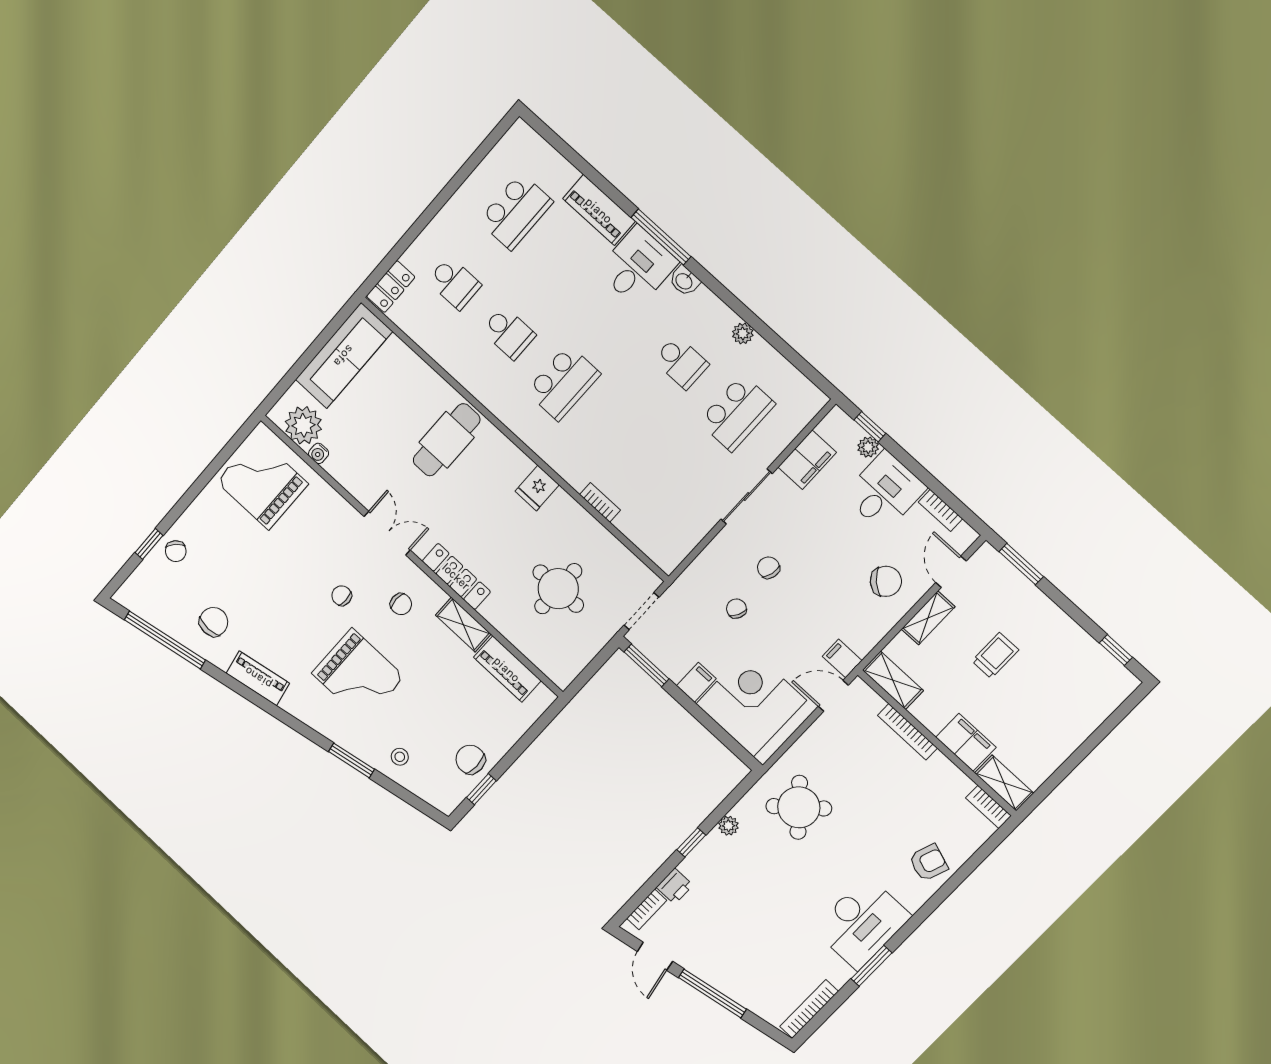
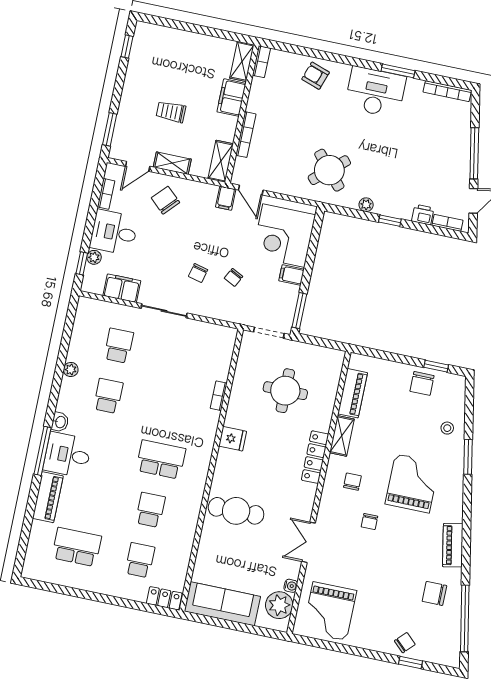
school desk: (737, 413) -> (119, 346), width x0.54
double door: (387, 533) -> (308, 542), moved

